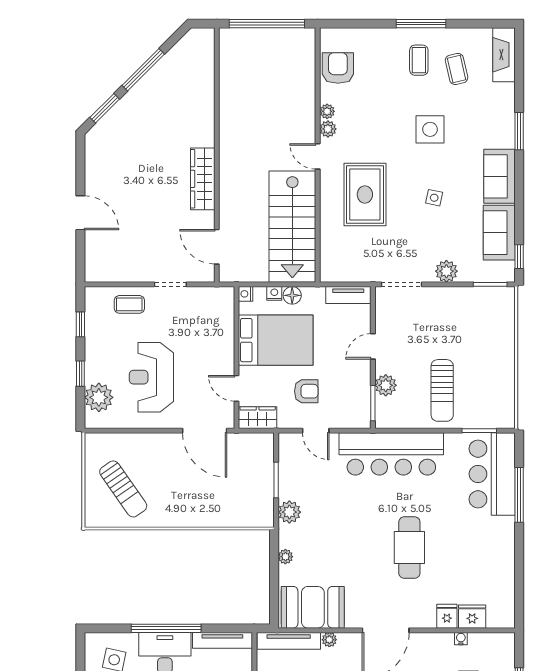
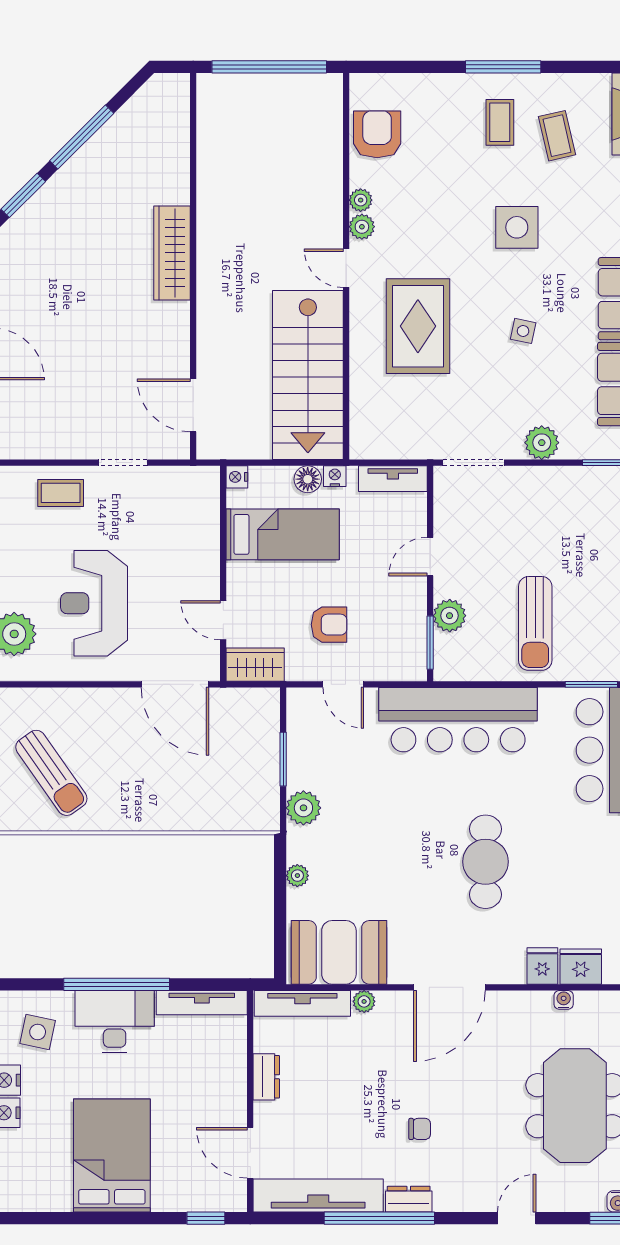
wardrobe: (203, 179) -> (172, 253), moved
nightstand: (274, 293) -> (335, 476), moved
bed: (276, 340) -> (283, 534), width x0.67

